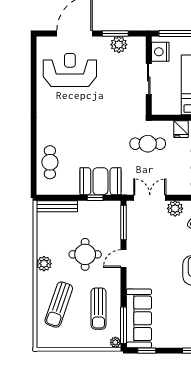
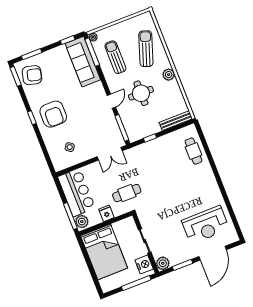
plant: (119, 45) -> (163, 263), moved
booth: (100, 181) -> (151, 152), removed
plant: (175, 208) -> (88, 153), removed

